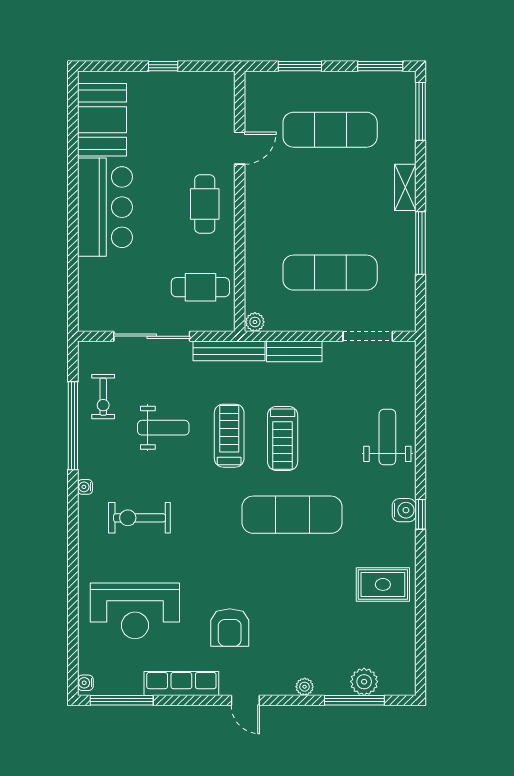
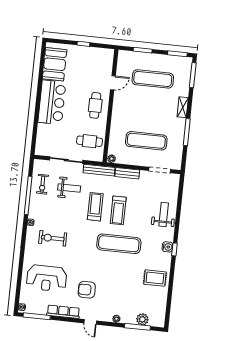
weight bench: (163, 428) -> (69, 188), moved
armchair: (230, 628) -> (87, 290), turned 90

